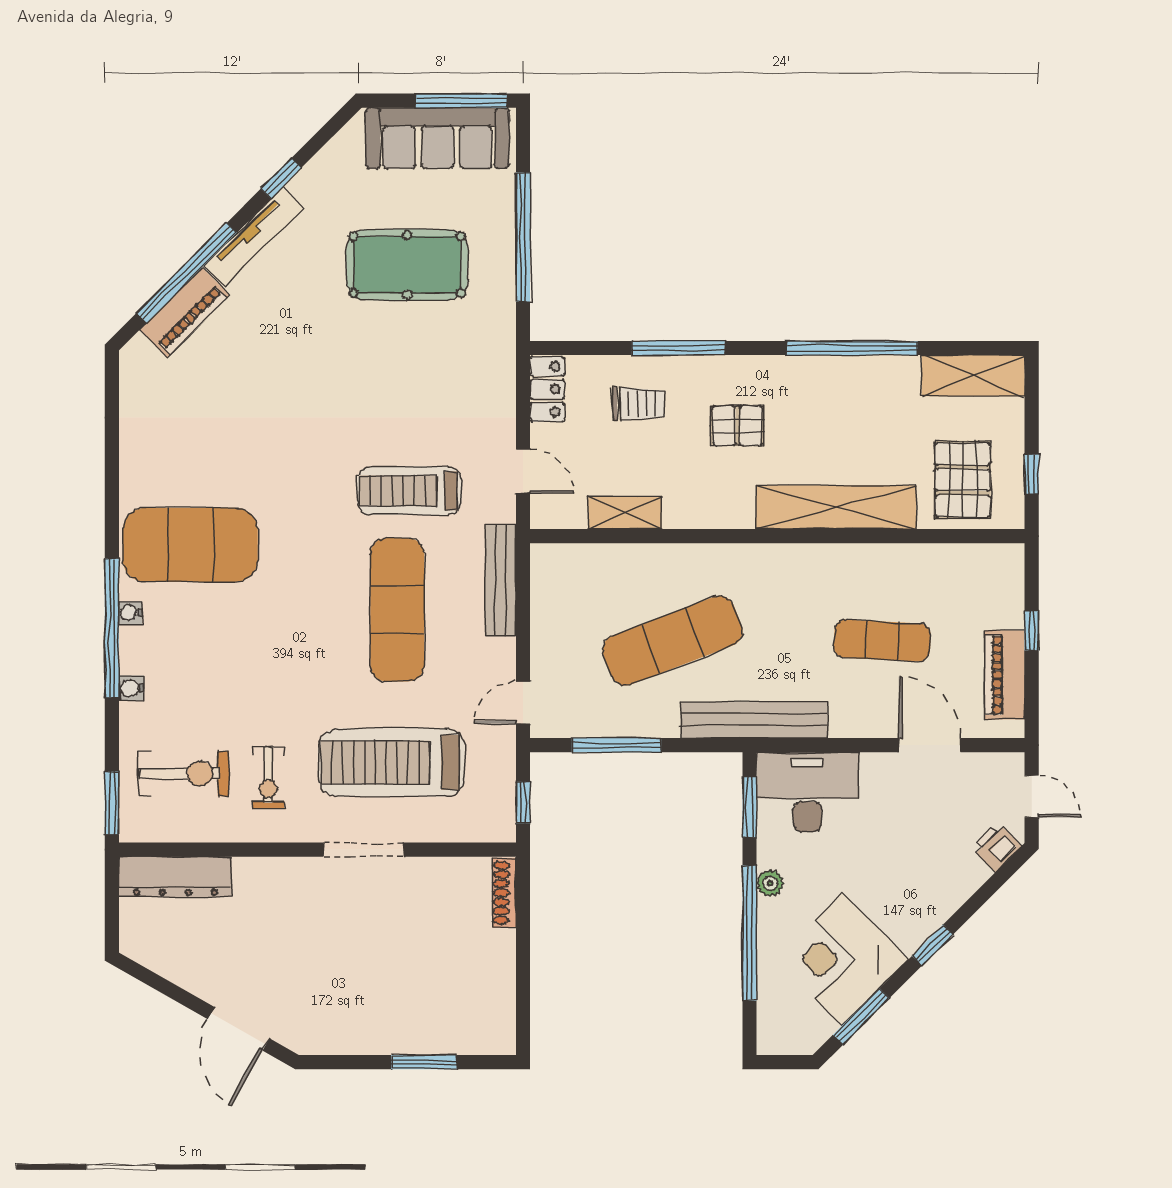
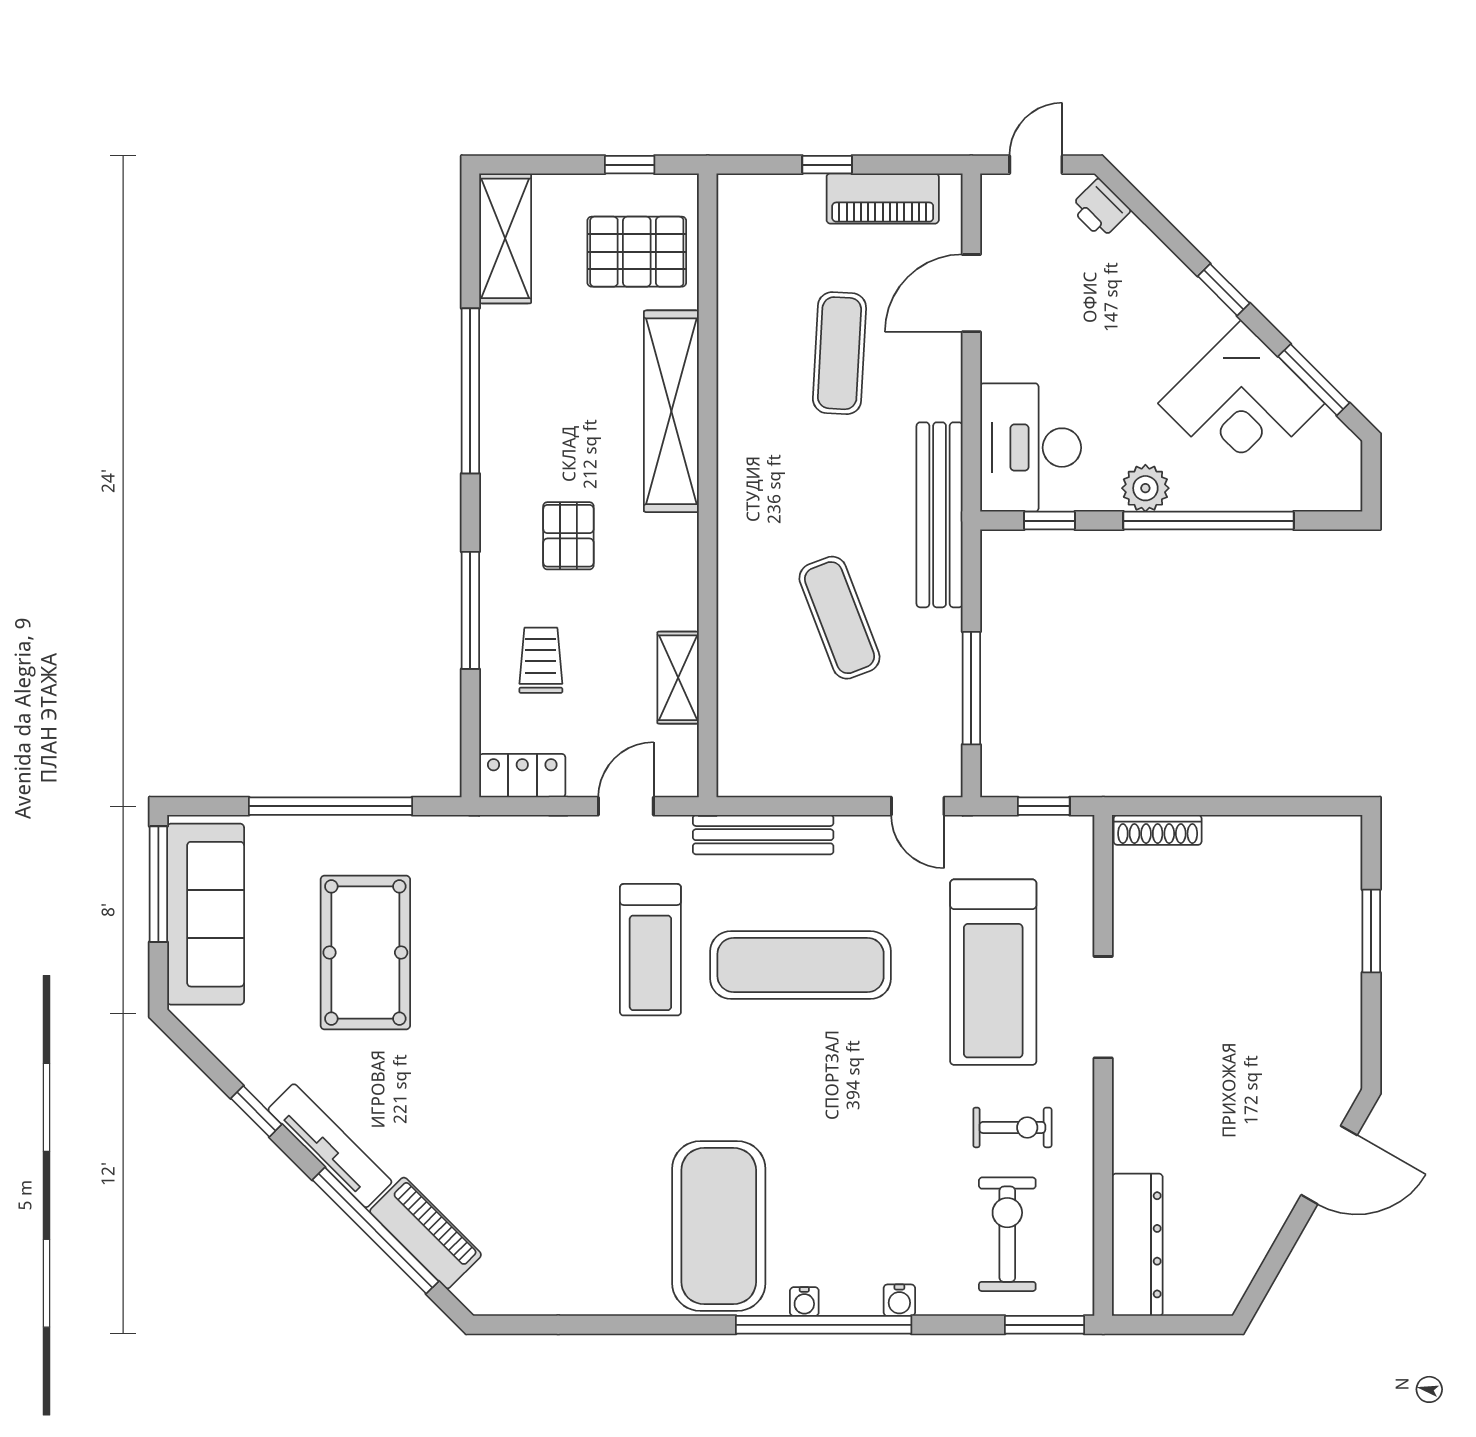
exercise mat: (673, 641) -> (839, 618), width x0.73, depth x0.69
window: (749, 807) -> (1049, 521), width x0.67
plant: (770, 883) -> (1145, 488), width x1.38, depth x1.38

